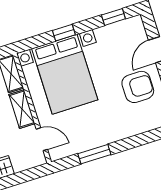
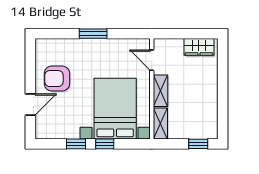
window: (113, 17) -> (76, 144), moved
window: (94, 154) -> (93, 34), moved

